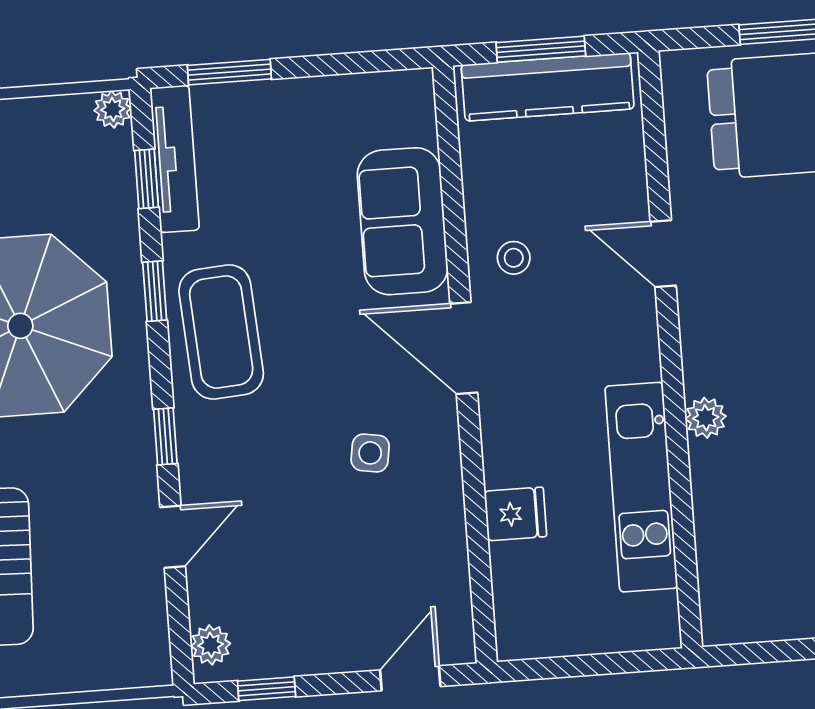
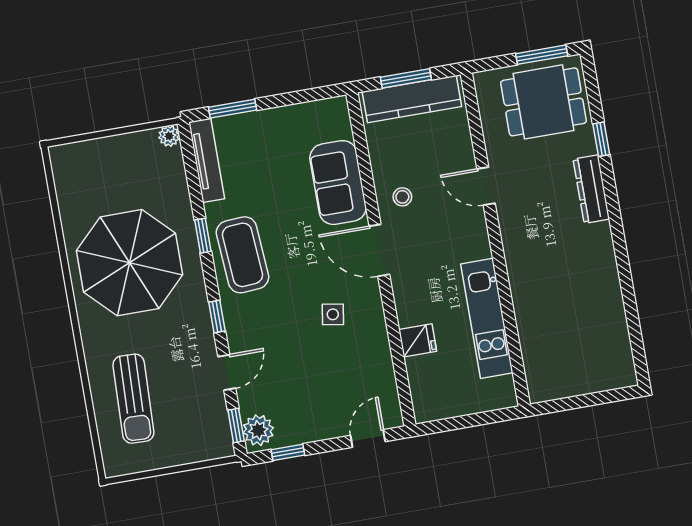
window: (146, 179) -> (236, 426), moved
plant: (706, 418) -> (519, 276), removed
plant: (211, 645) -> (258, 430), width x1.38, depth x1.38

